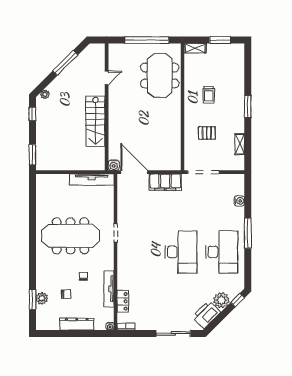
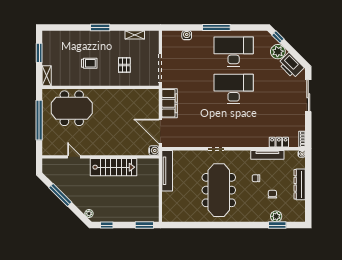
door: (134, 172) -> (160, 132), hinge flipped

